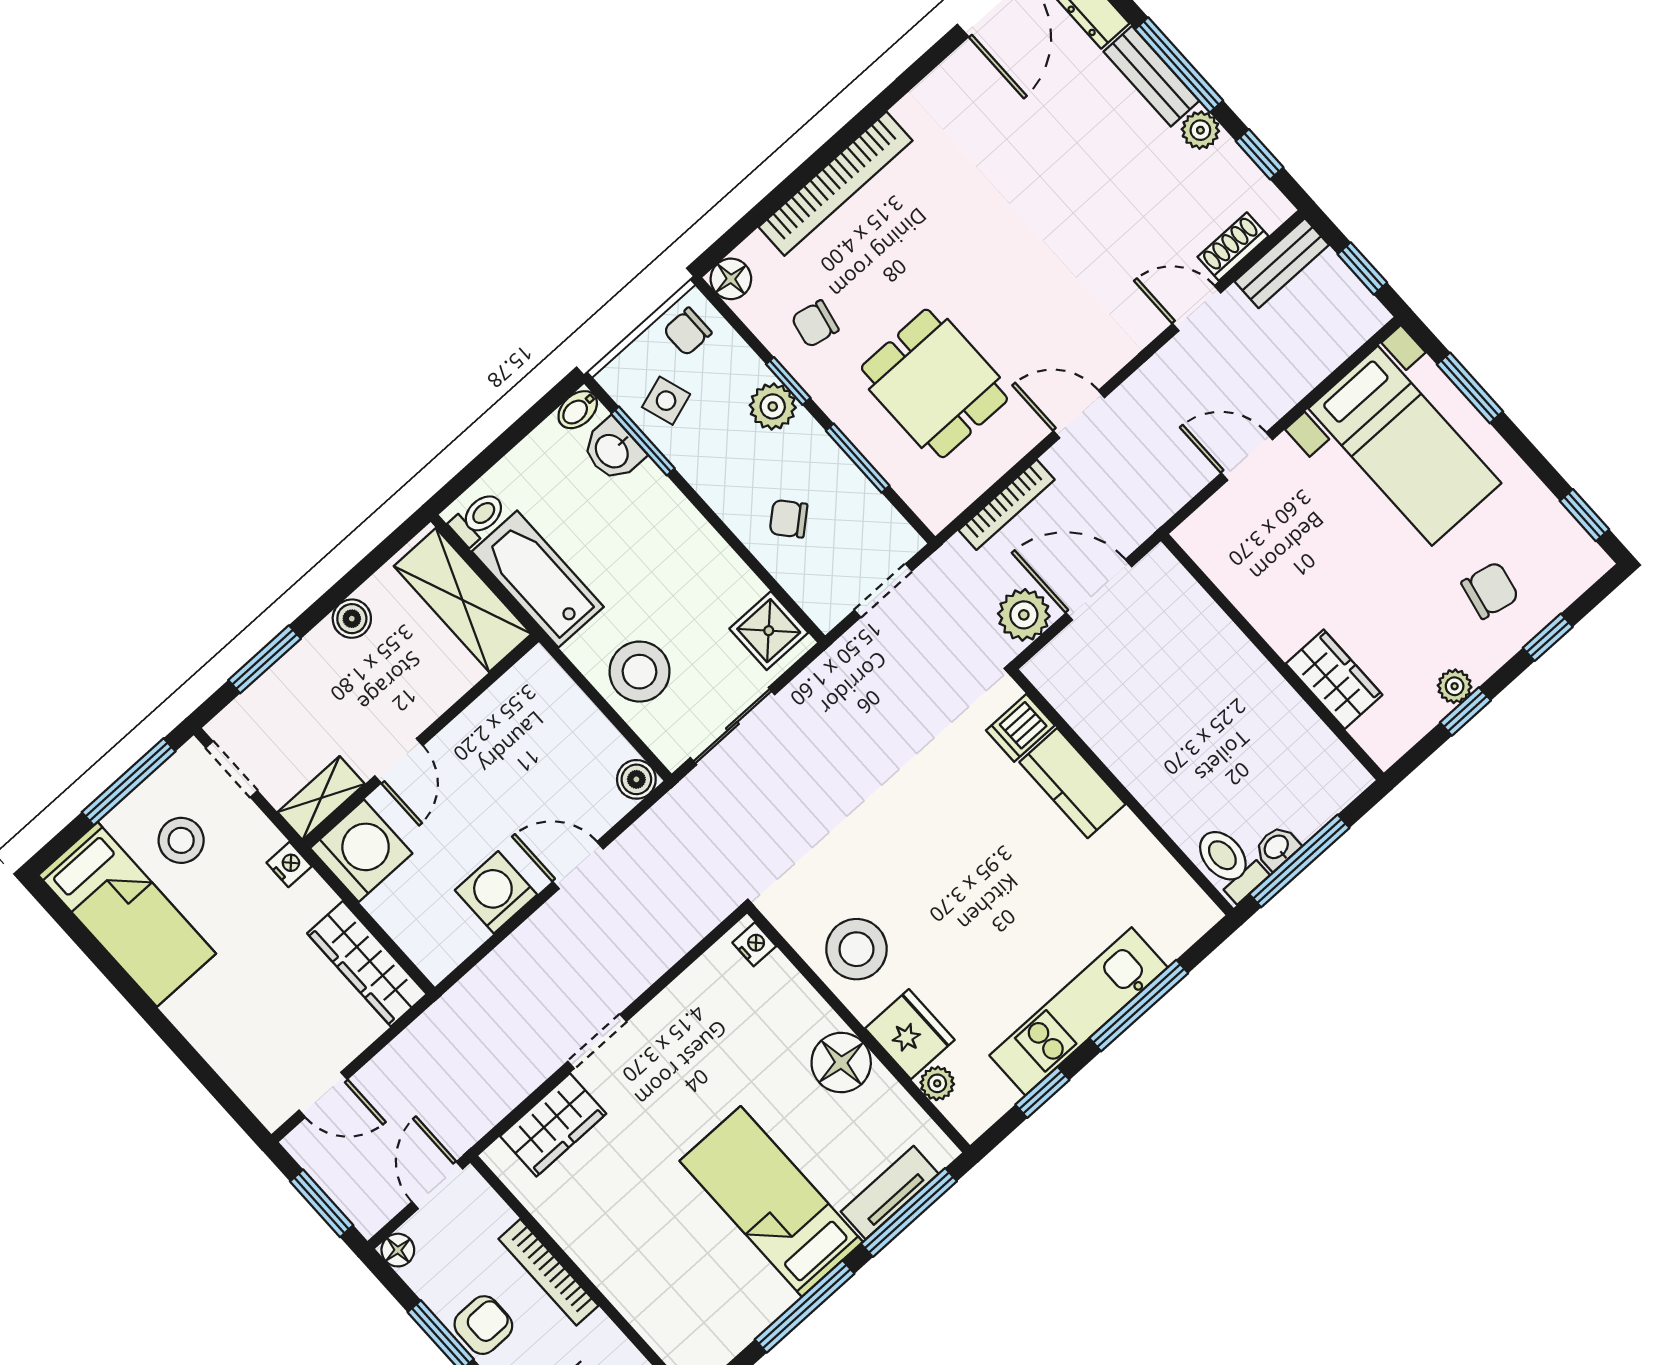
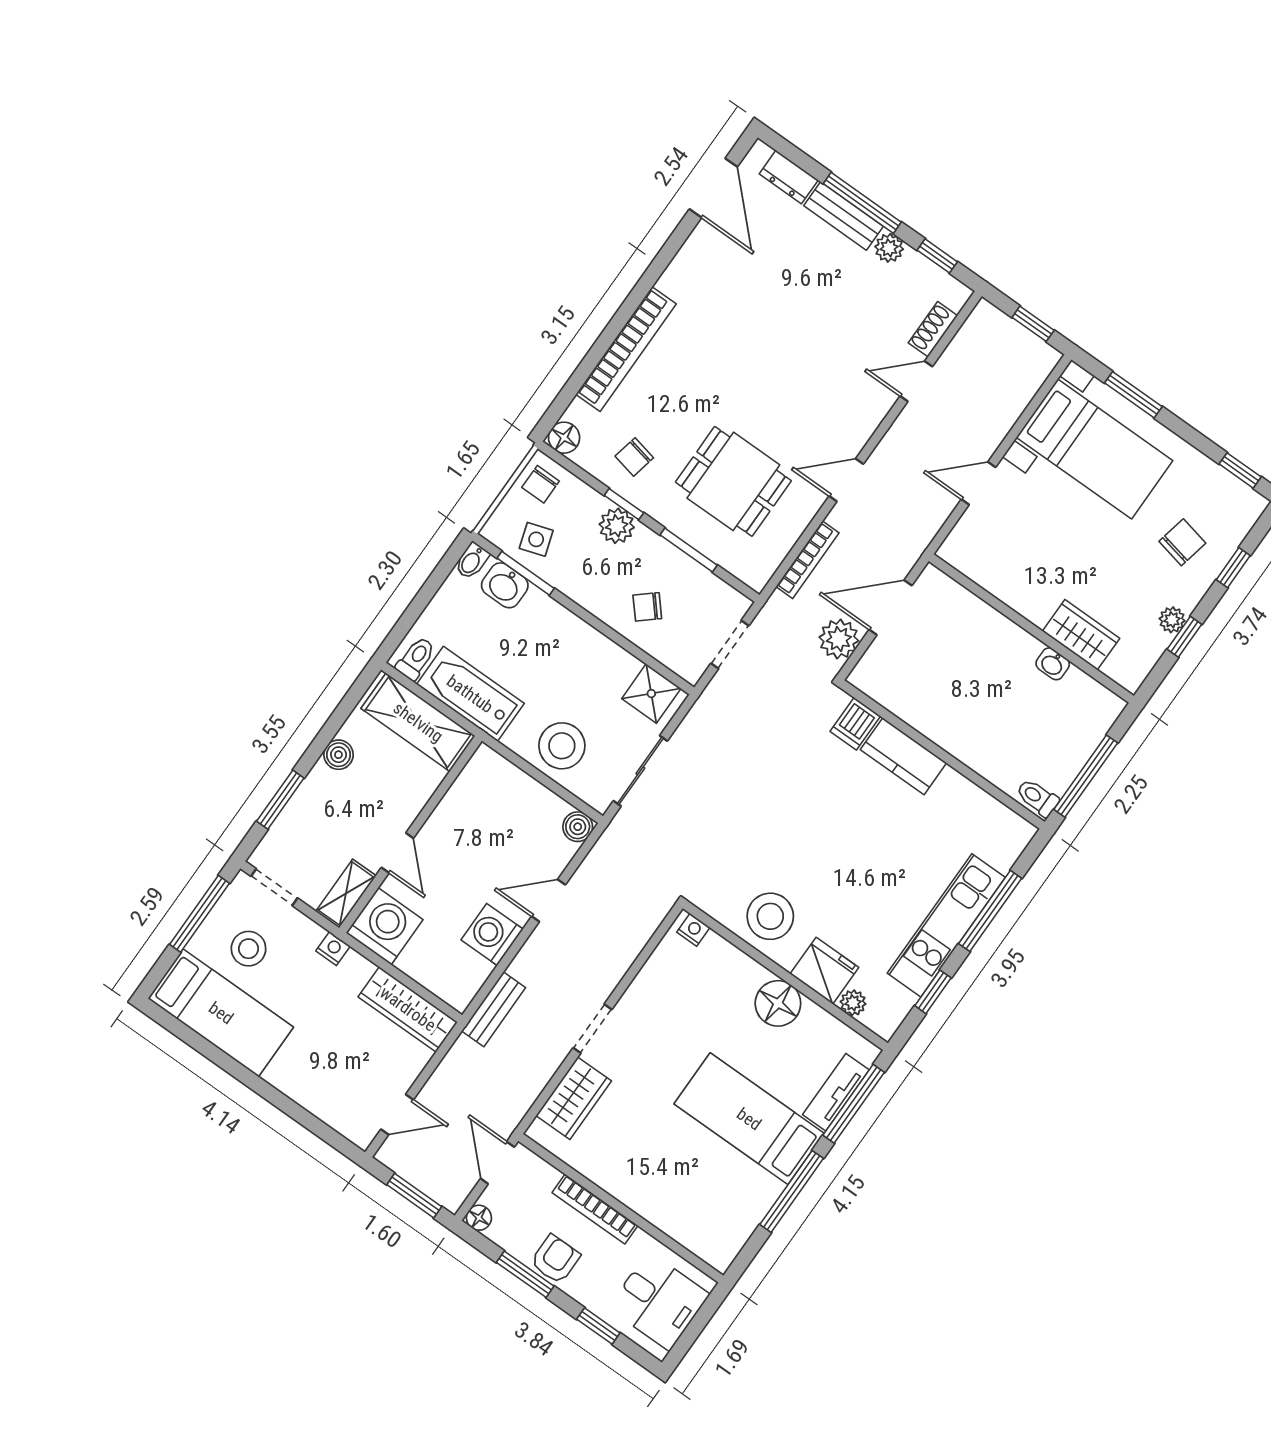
bench: (1282, 263) -> (494, 1009), moved
washbasin: (1277, 847) -> (1053, 664), moved, turned -90
toilet: (1229, 863) -> (1037, 798), width x0.73, depth x0.72

